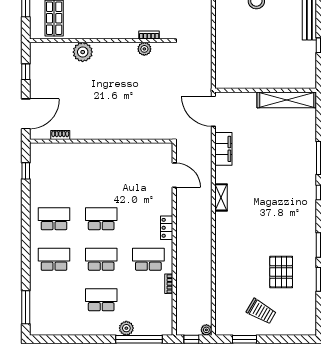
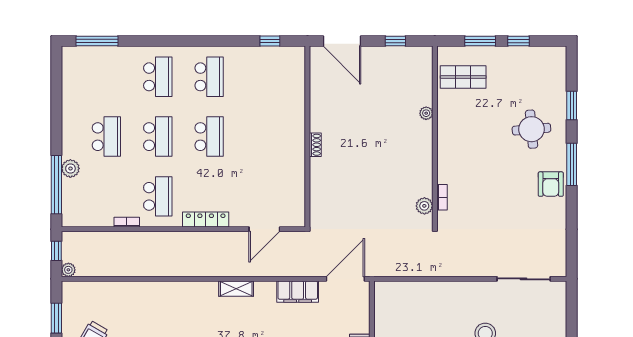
plant: (144, 49) -> (424, 206), moved
plant: (83, 52) -> (426, 113), width x0.53, depth x0.53
shoe rack: (60, 135) -> (315, 145), moved
locker: (167, 228) -> (206, 220), width x1.53

